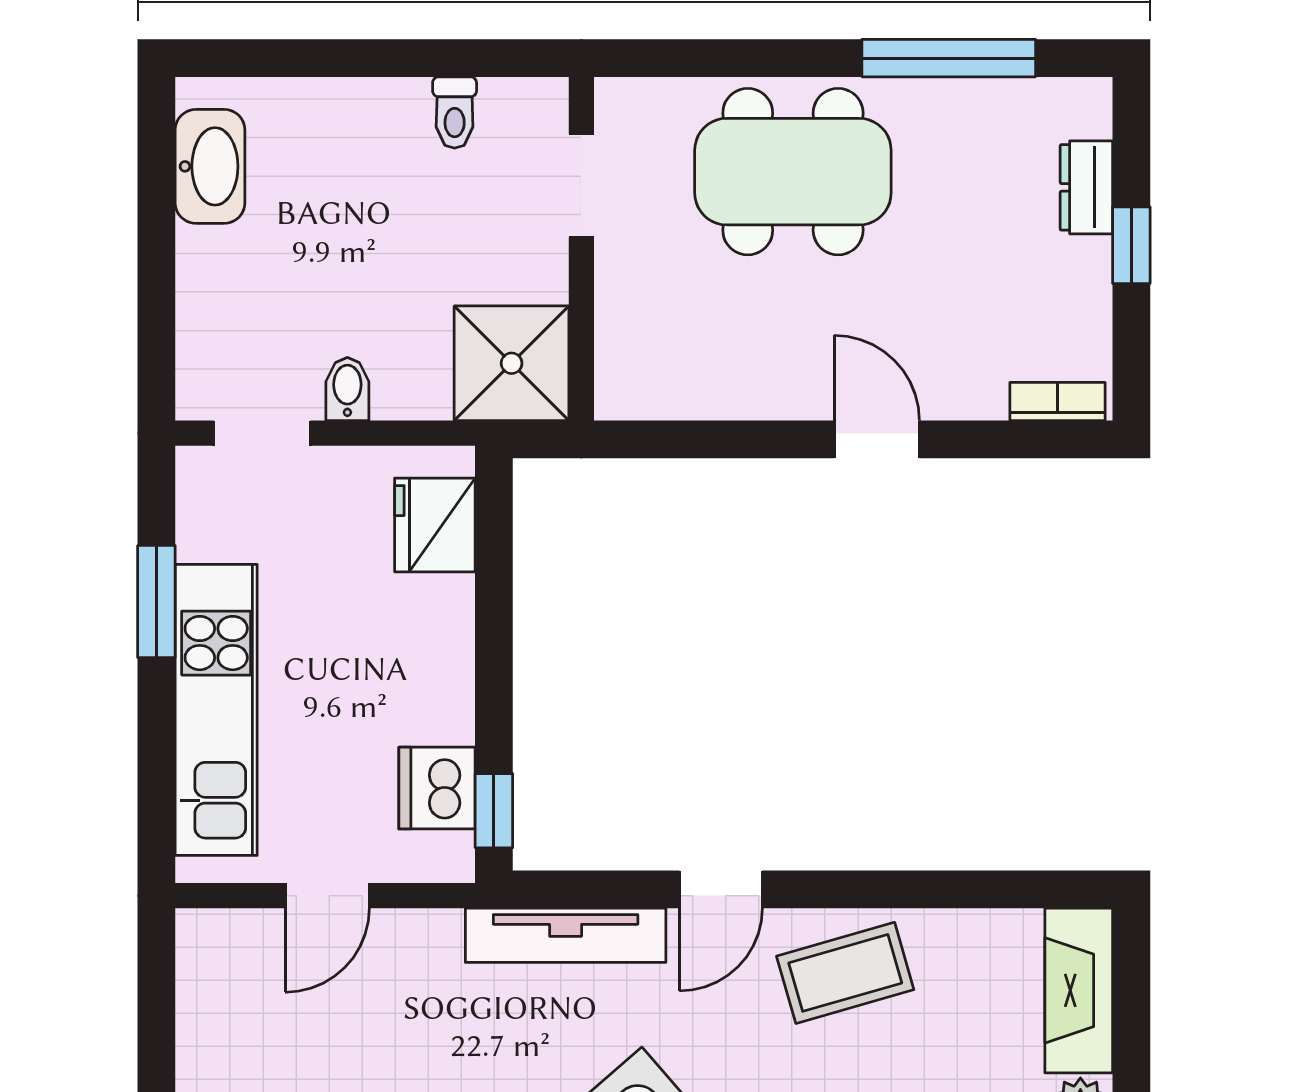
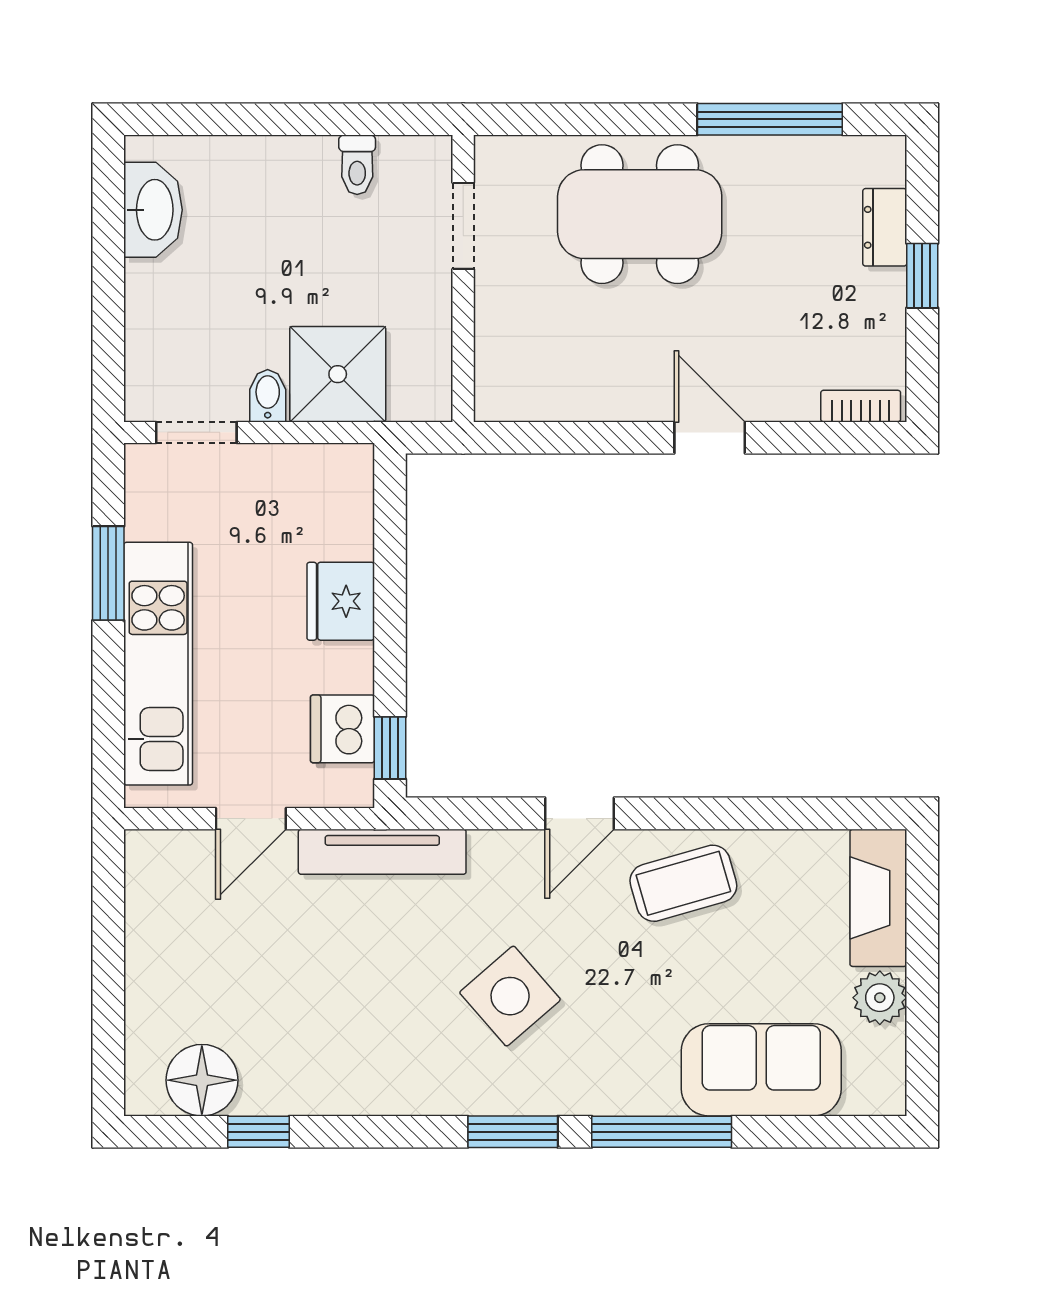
shower: (512, 363) -> (338, 374), moved
fridge: (435, 525) -> (341, 601), moved
tv unit: (566, 935) -> (382, 852), moved

